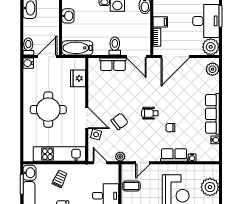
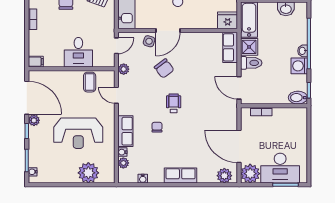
filing cabinet: (160, 22) -> (279, 116), removed
shower: (101, 48) -> (249, 47), added
door: (136, 57) -> (239, 88), hinge flipped
door: (175, 57) -> (239, 146), moved
row of seats: (113, 64) -> (230, 47), moved
fridge: (78, 78) -> (228, 20), moved
row of seats: (212, 114) -> (181, 176), width x0.68
plant: (201, 157) -> (123, 163), added

